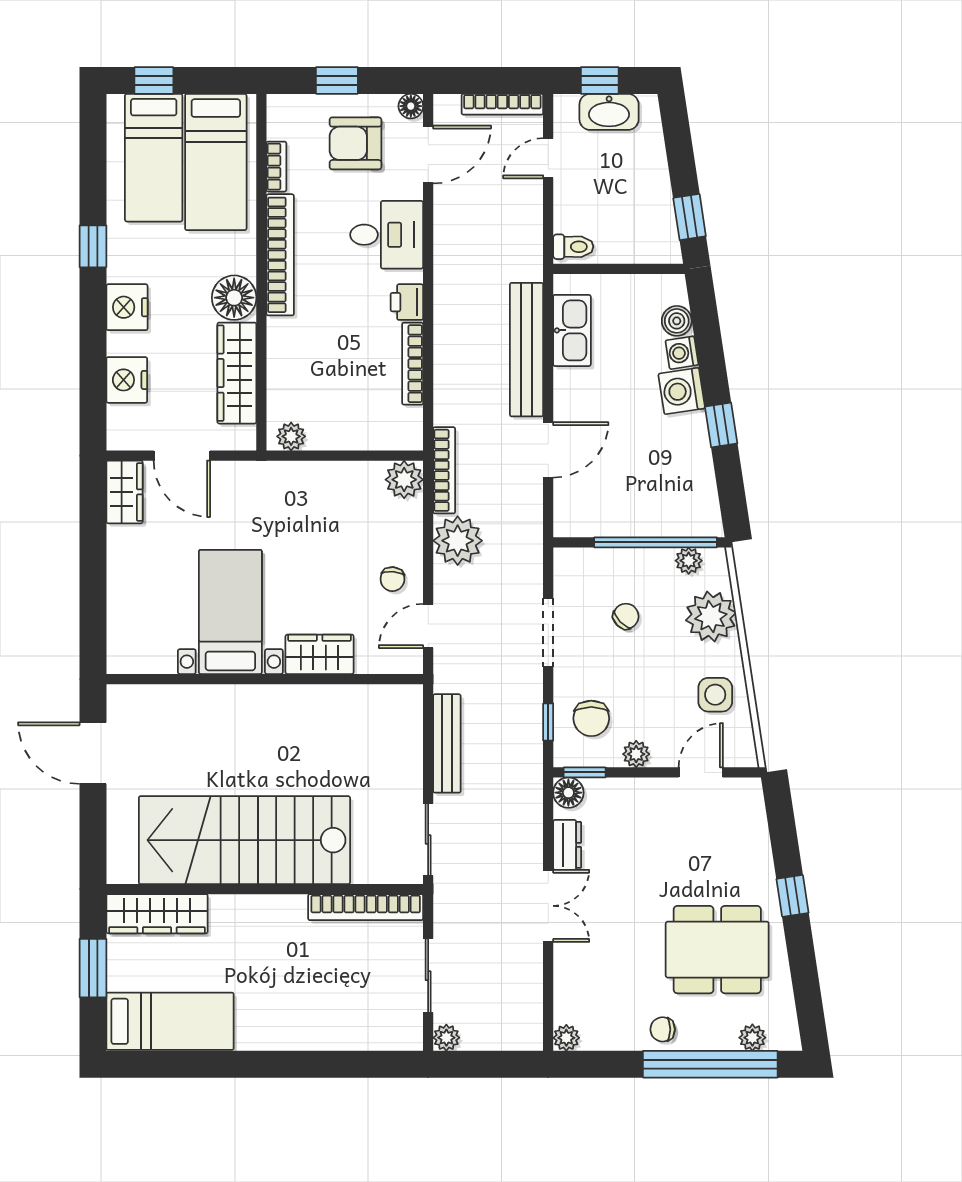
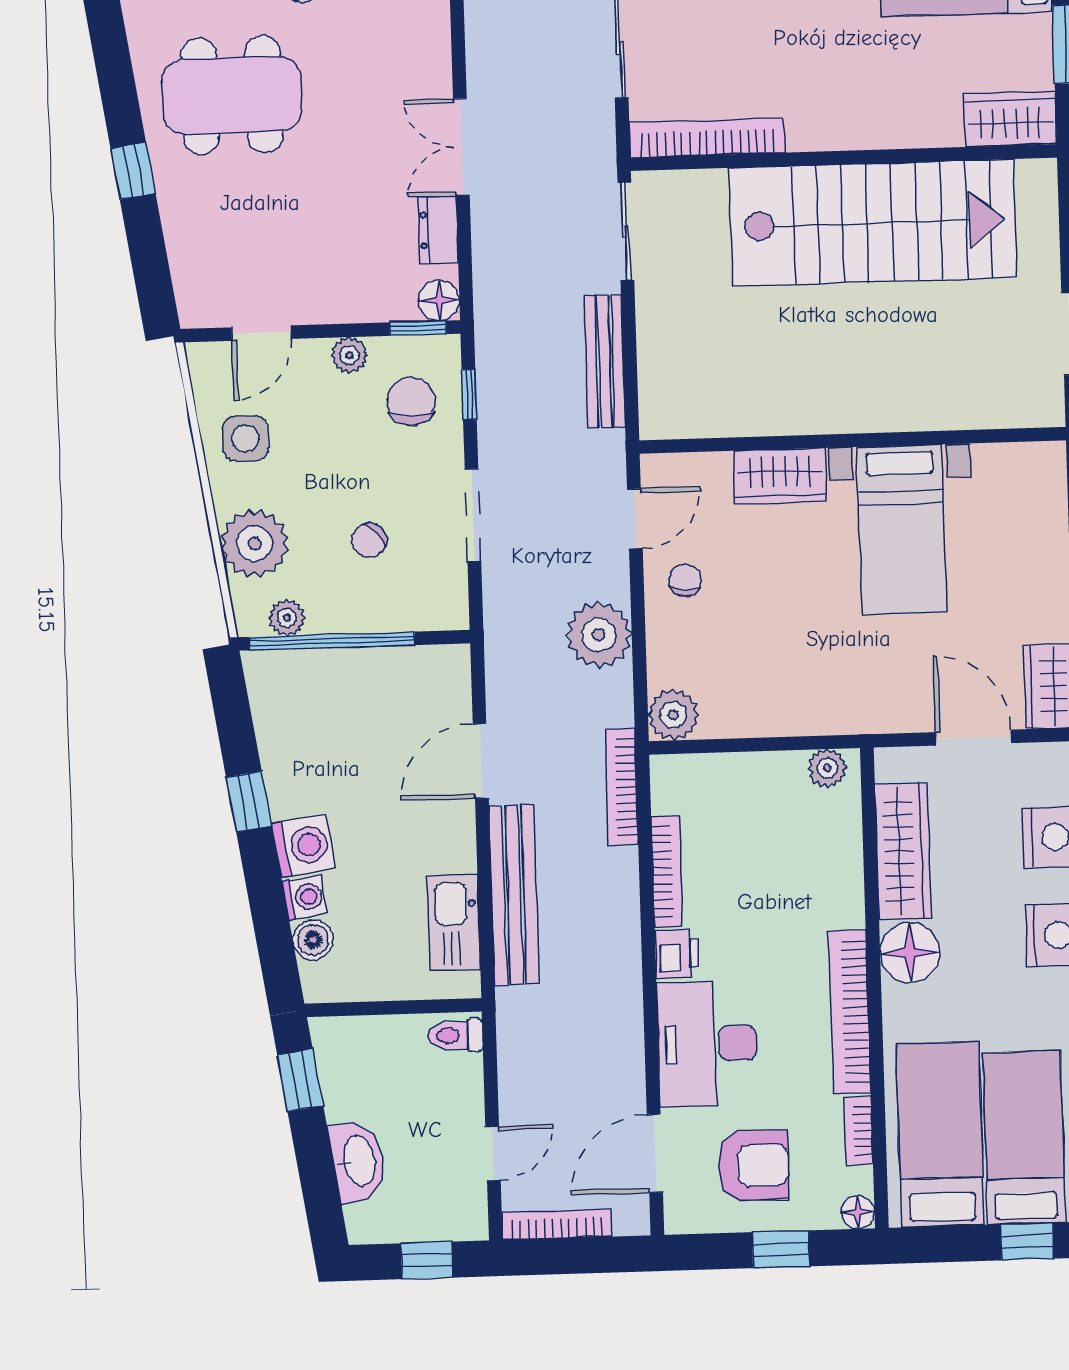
floor lamp: (411, 106) -> (858, 1212), moved
washbasin: (609, 112) -> (358, 1161), moved, turned 81
desk: (387, 235) -> (707, 1044), width x1.37
bookcase: (444, 470) -> (622, 787), moved
wardrobe: (157, 914) -> (1010, 119), width x0.67

